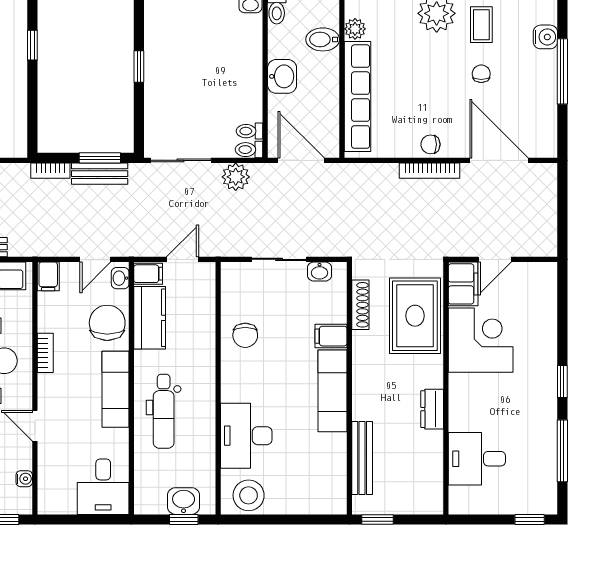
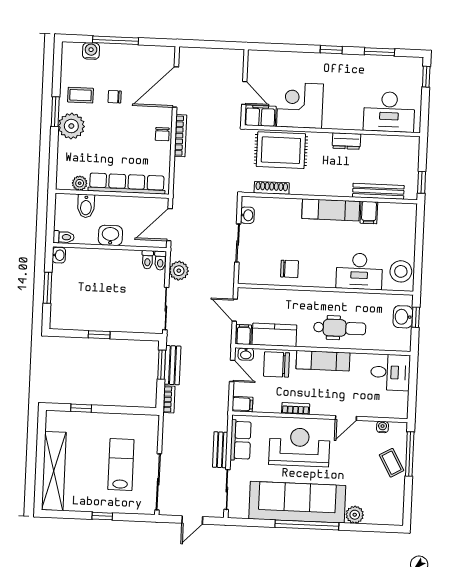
filing cabinet: (331, 336) -> (369, 213), moved
window: (562, 451) -> (379, 52), width x0.69
desk: (477, 459) -> (389, 112), width x1.37

